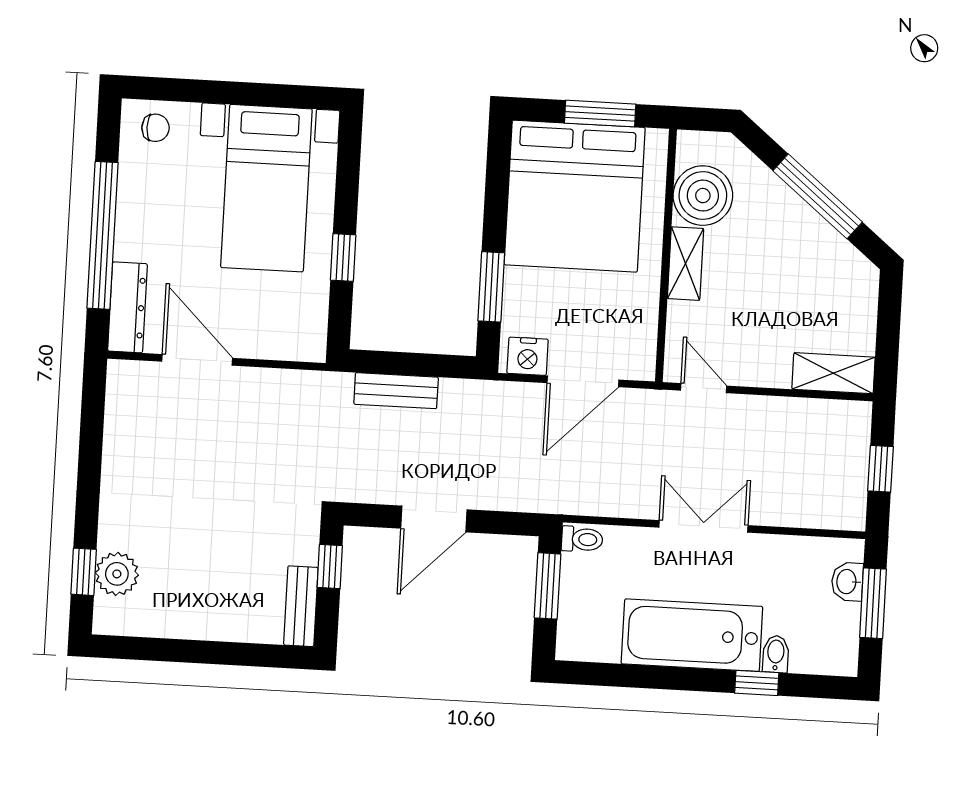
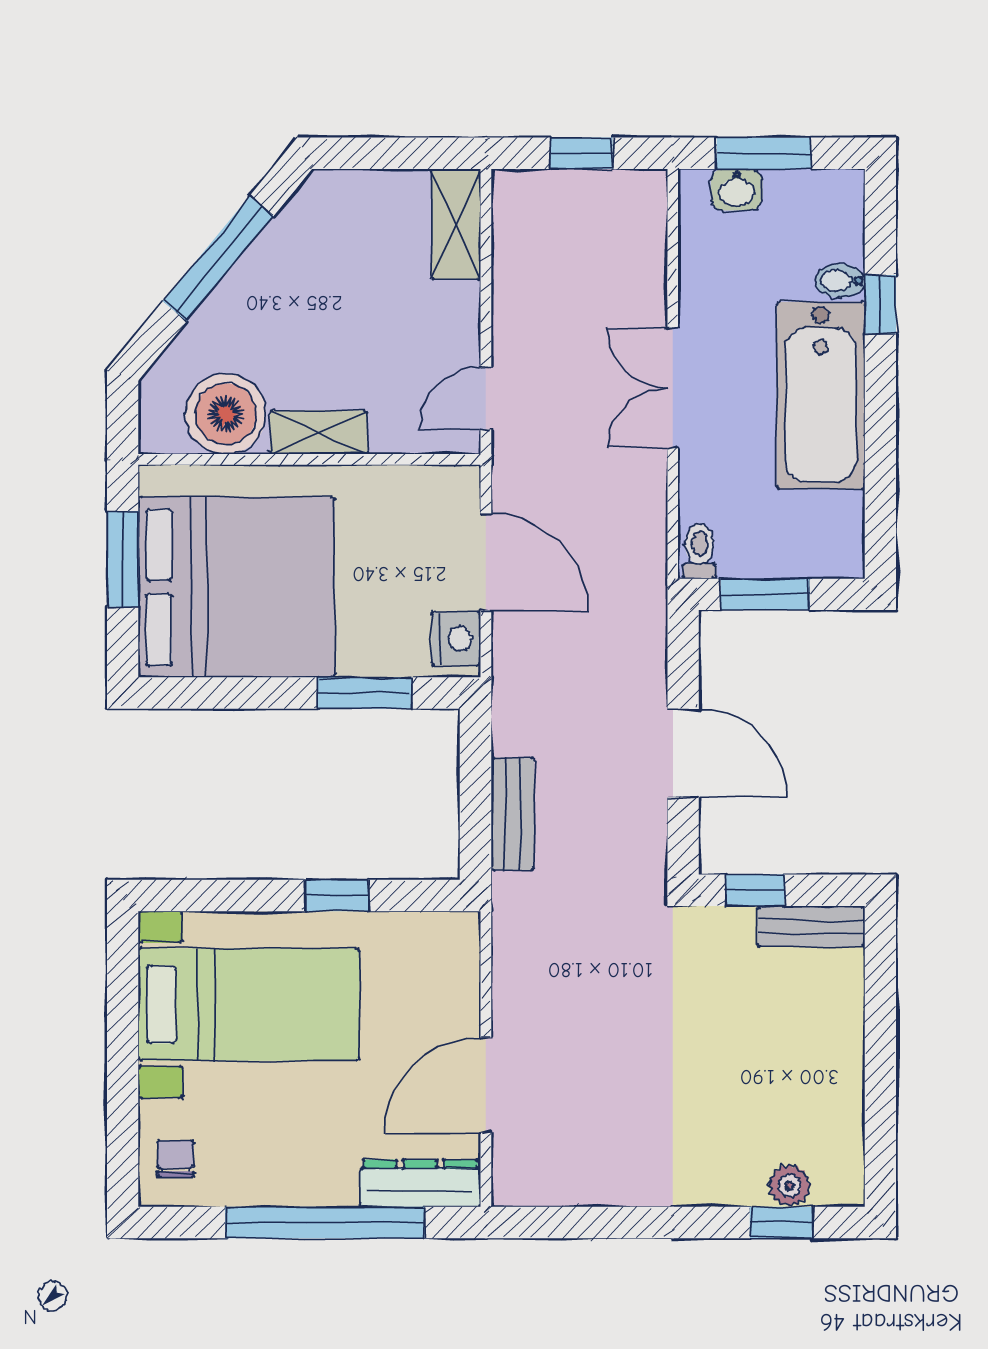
plant: (117, 574) -> (789, 1185), width x0.73, depth x0.73

